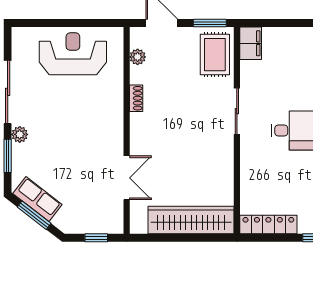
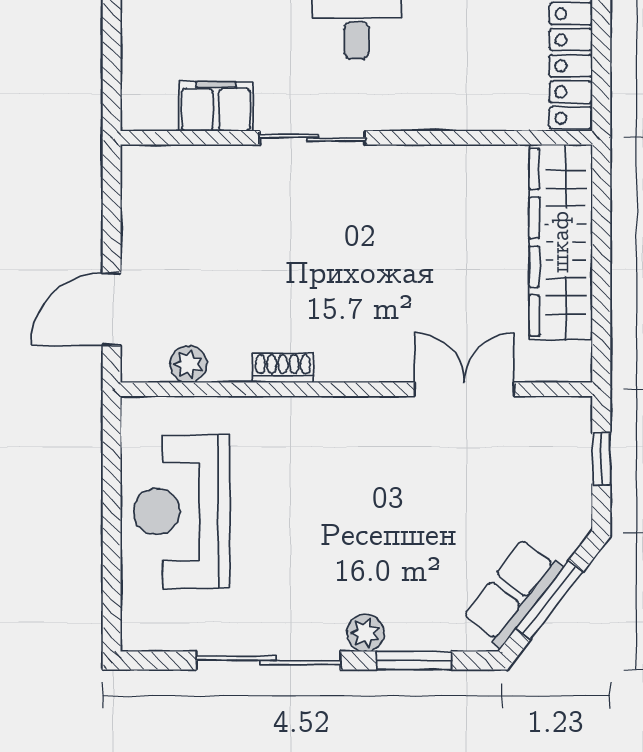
window: (210, 23) -> (112, 200), removed
filing cabinet: (251, 43) -> (216, 106), moved
rug: (215, 55) -> (183, 188), removed

